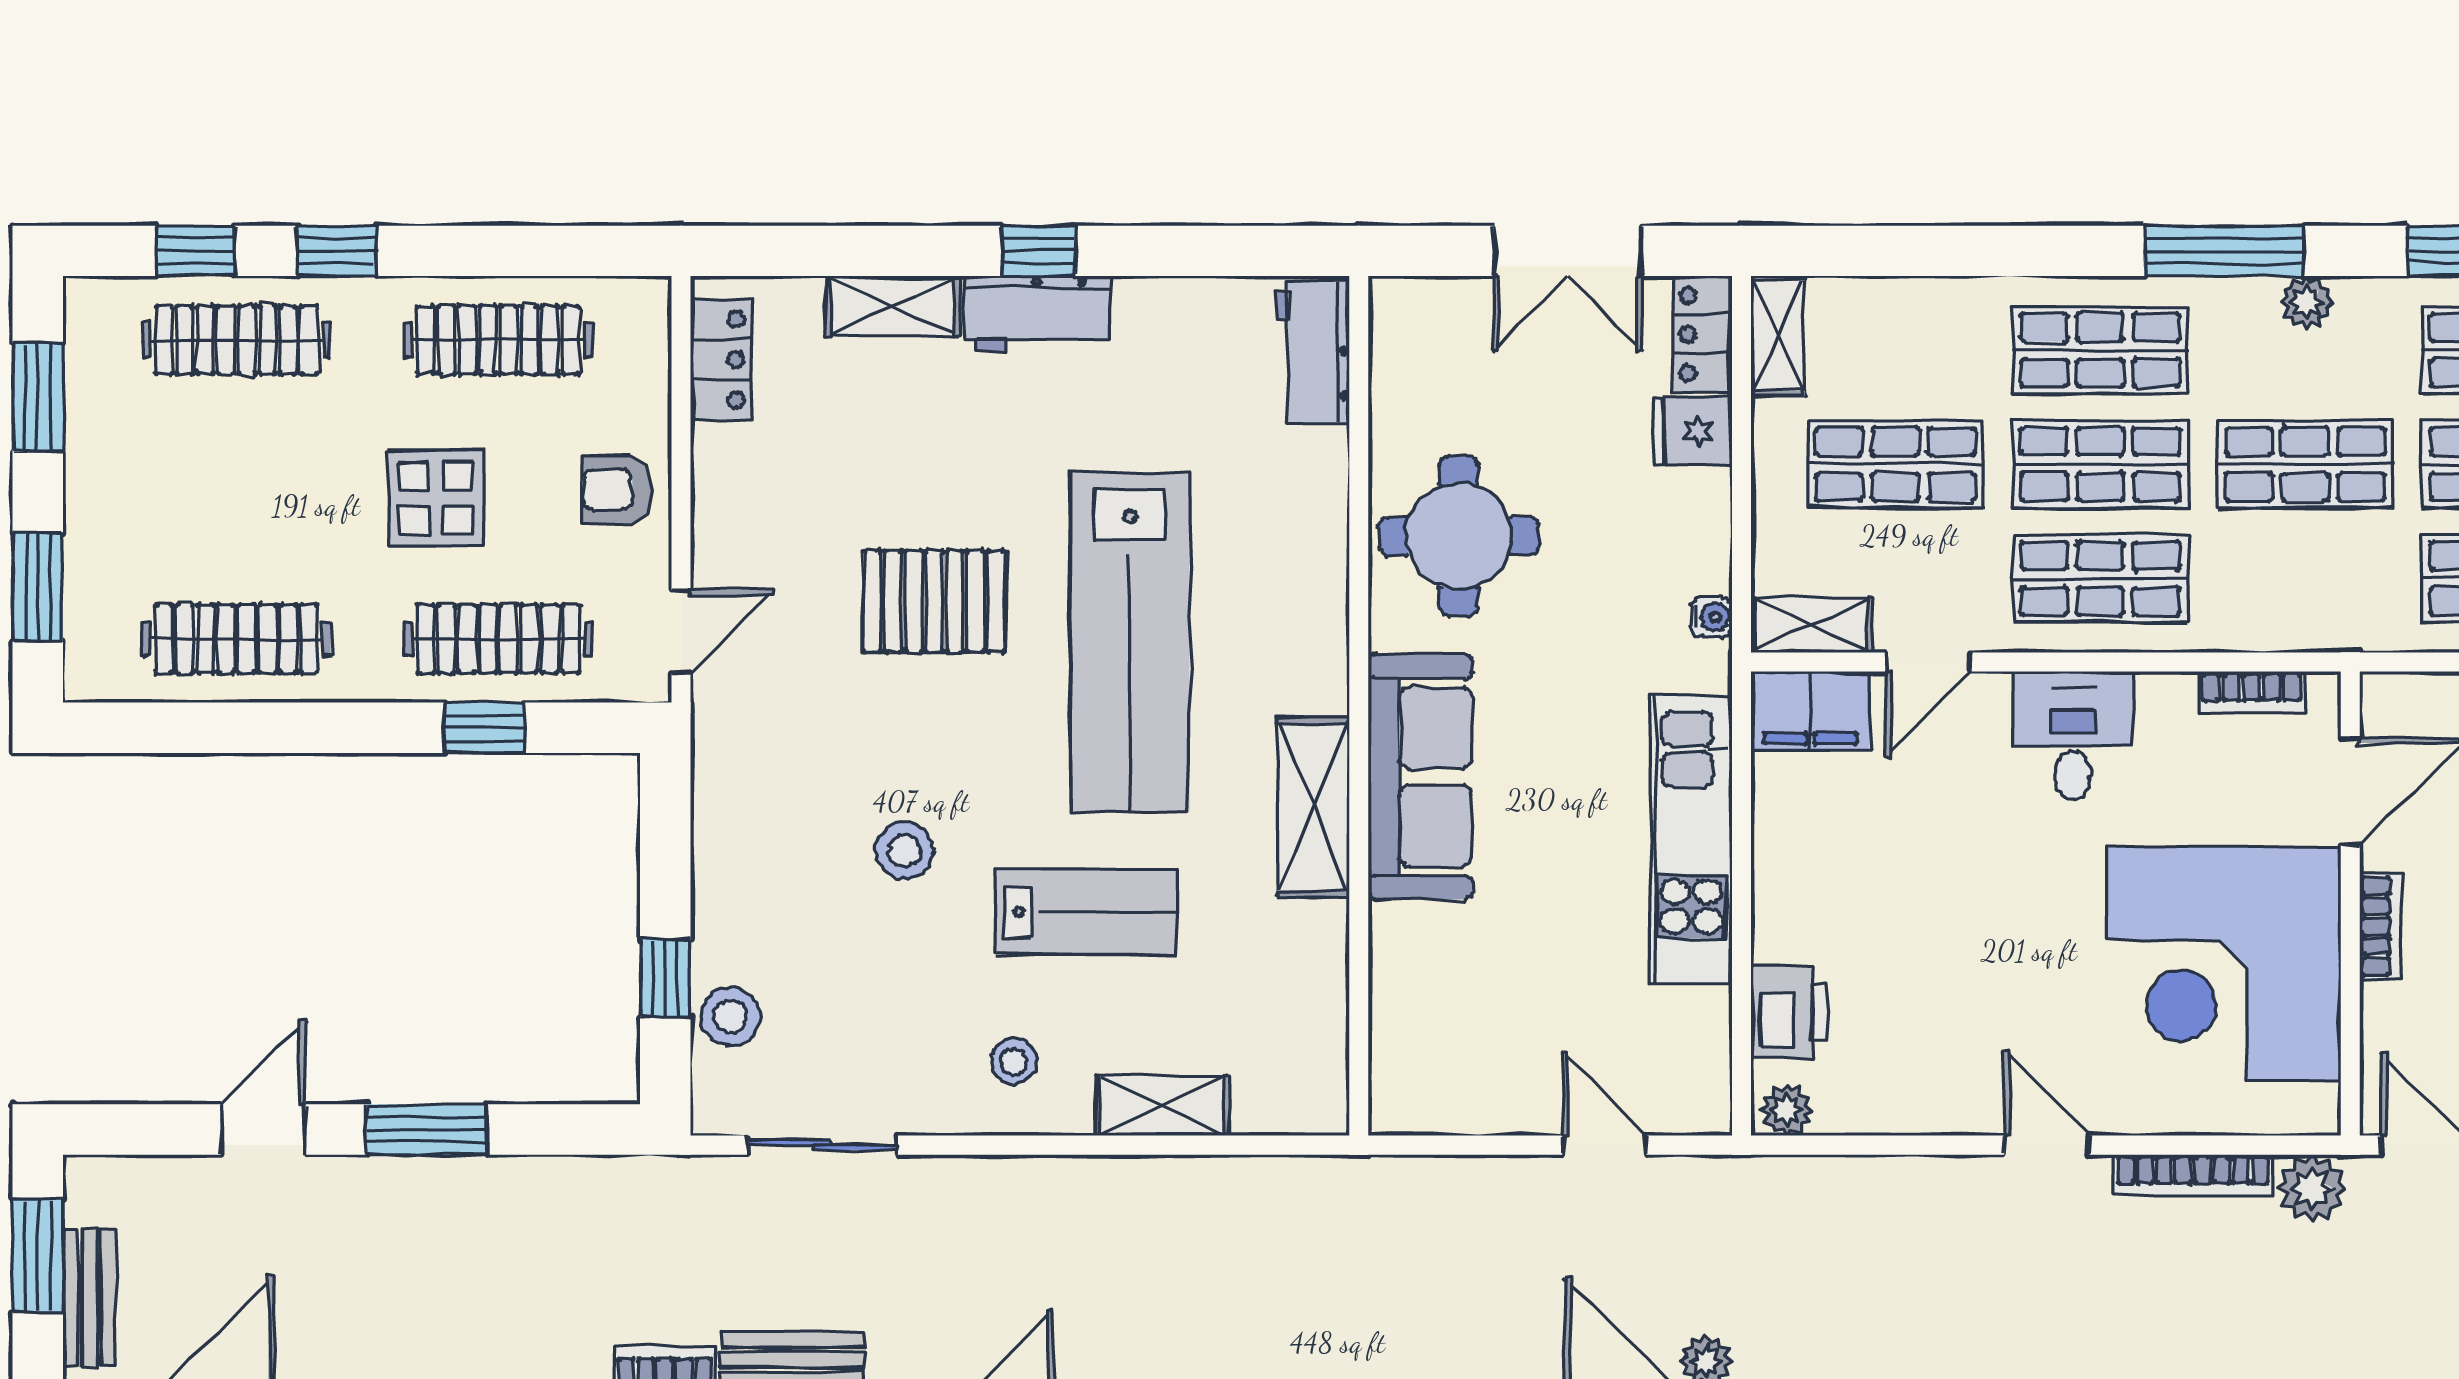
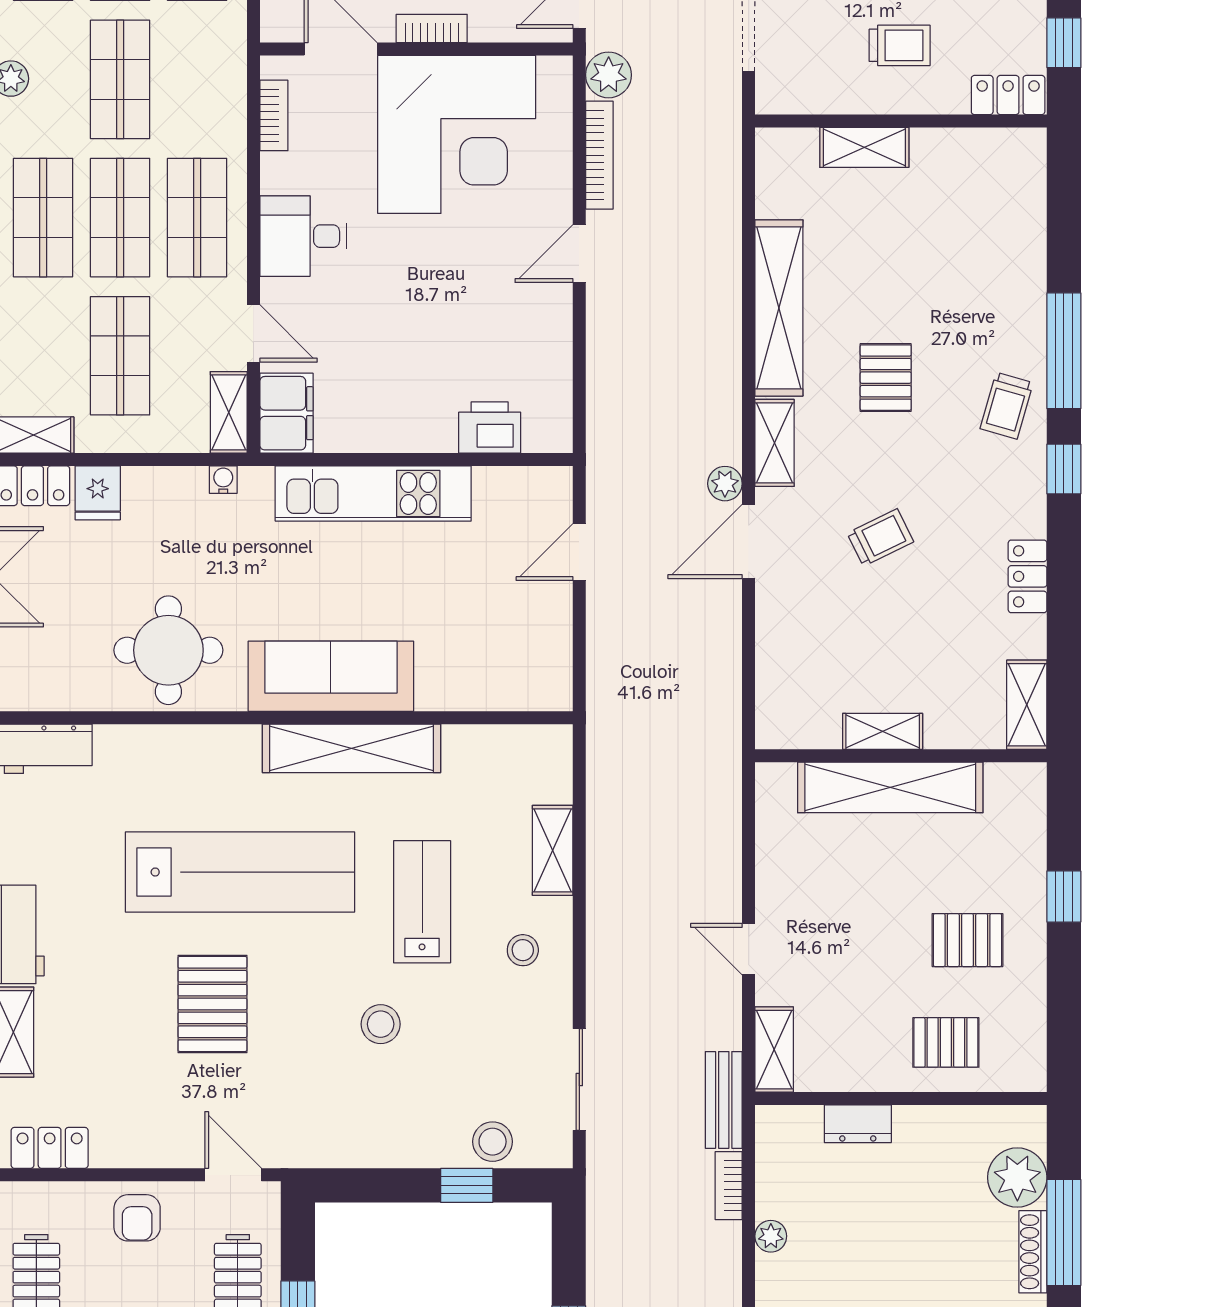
shelving: (1313, 807) -> (351, 748), width x1.47
plant: (1787, 1110) -> (556, 429), removed

